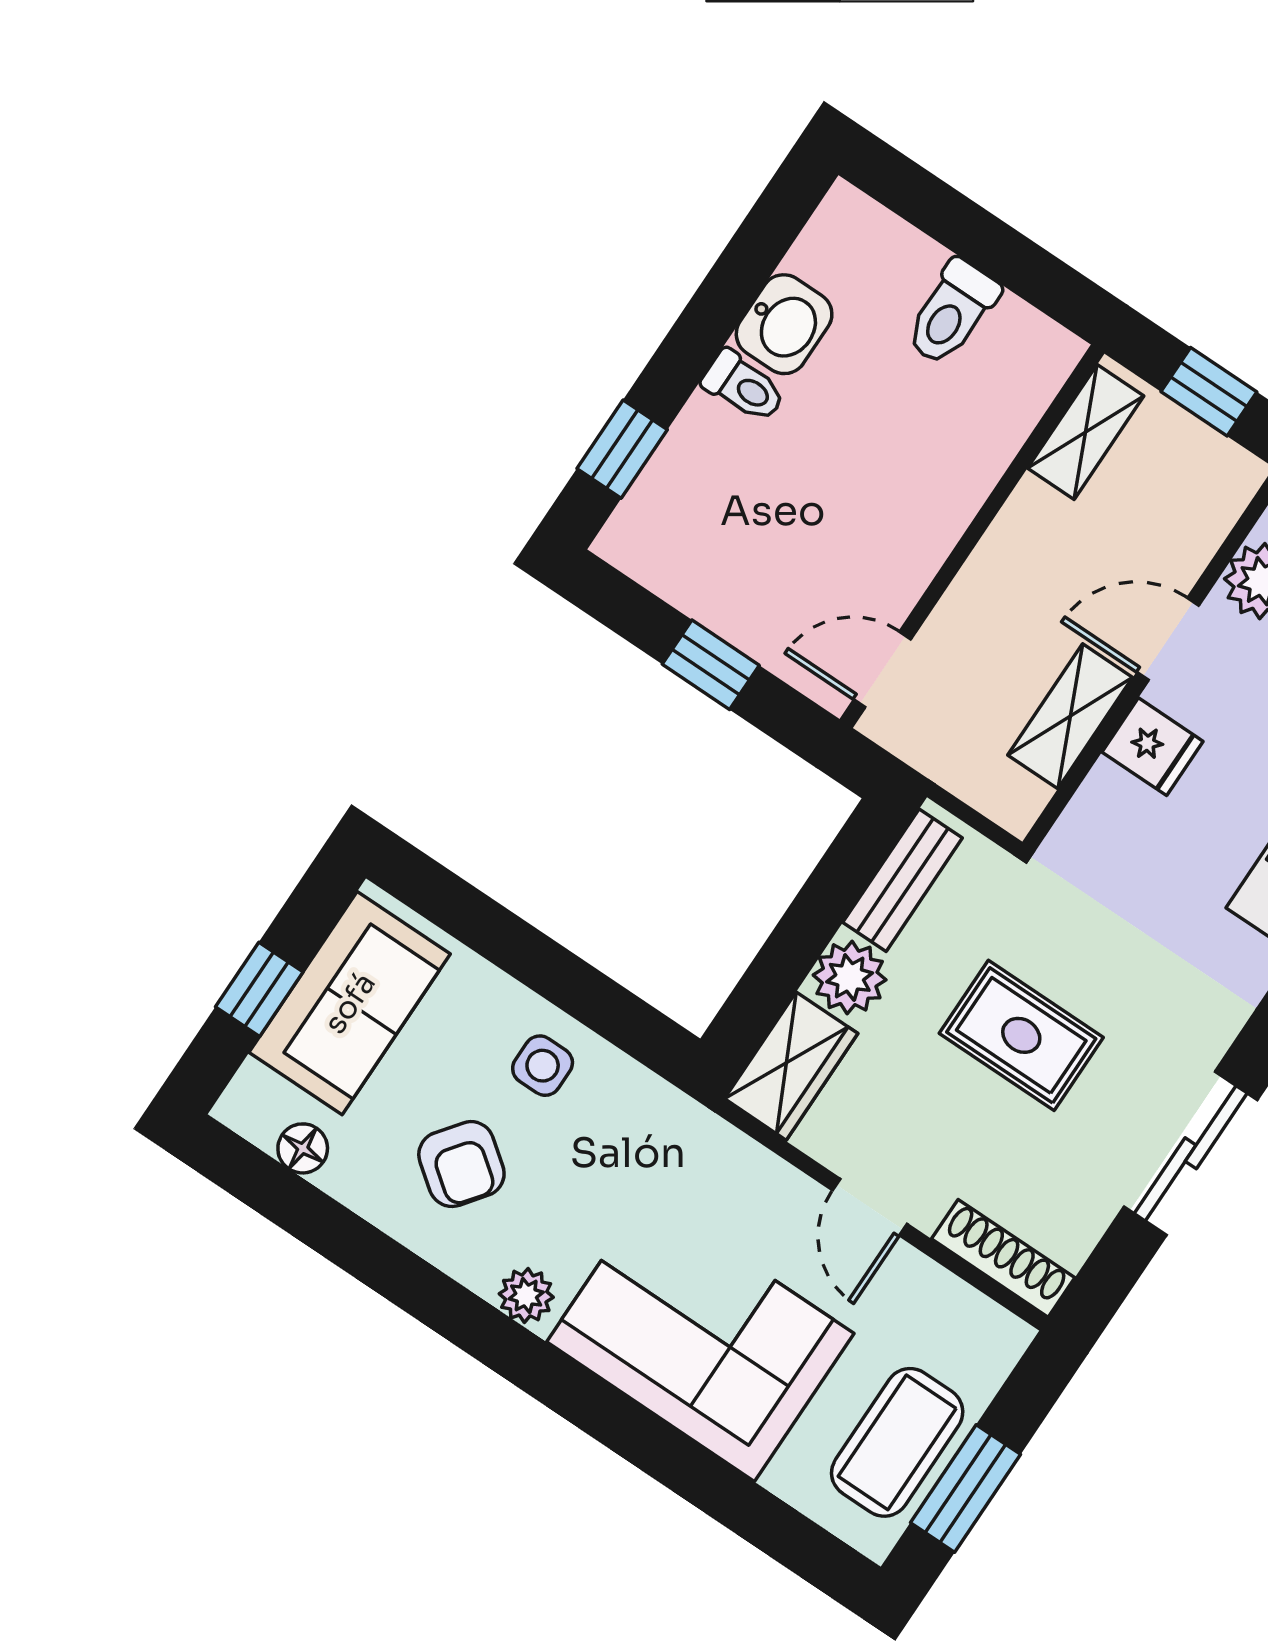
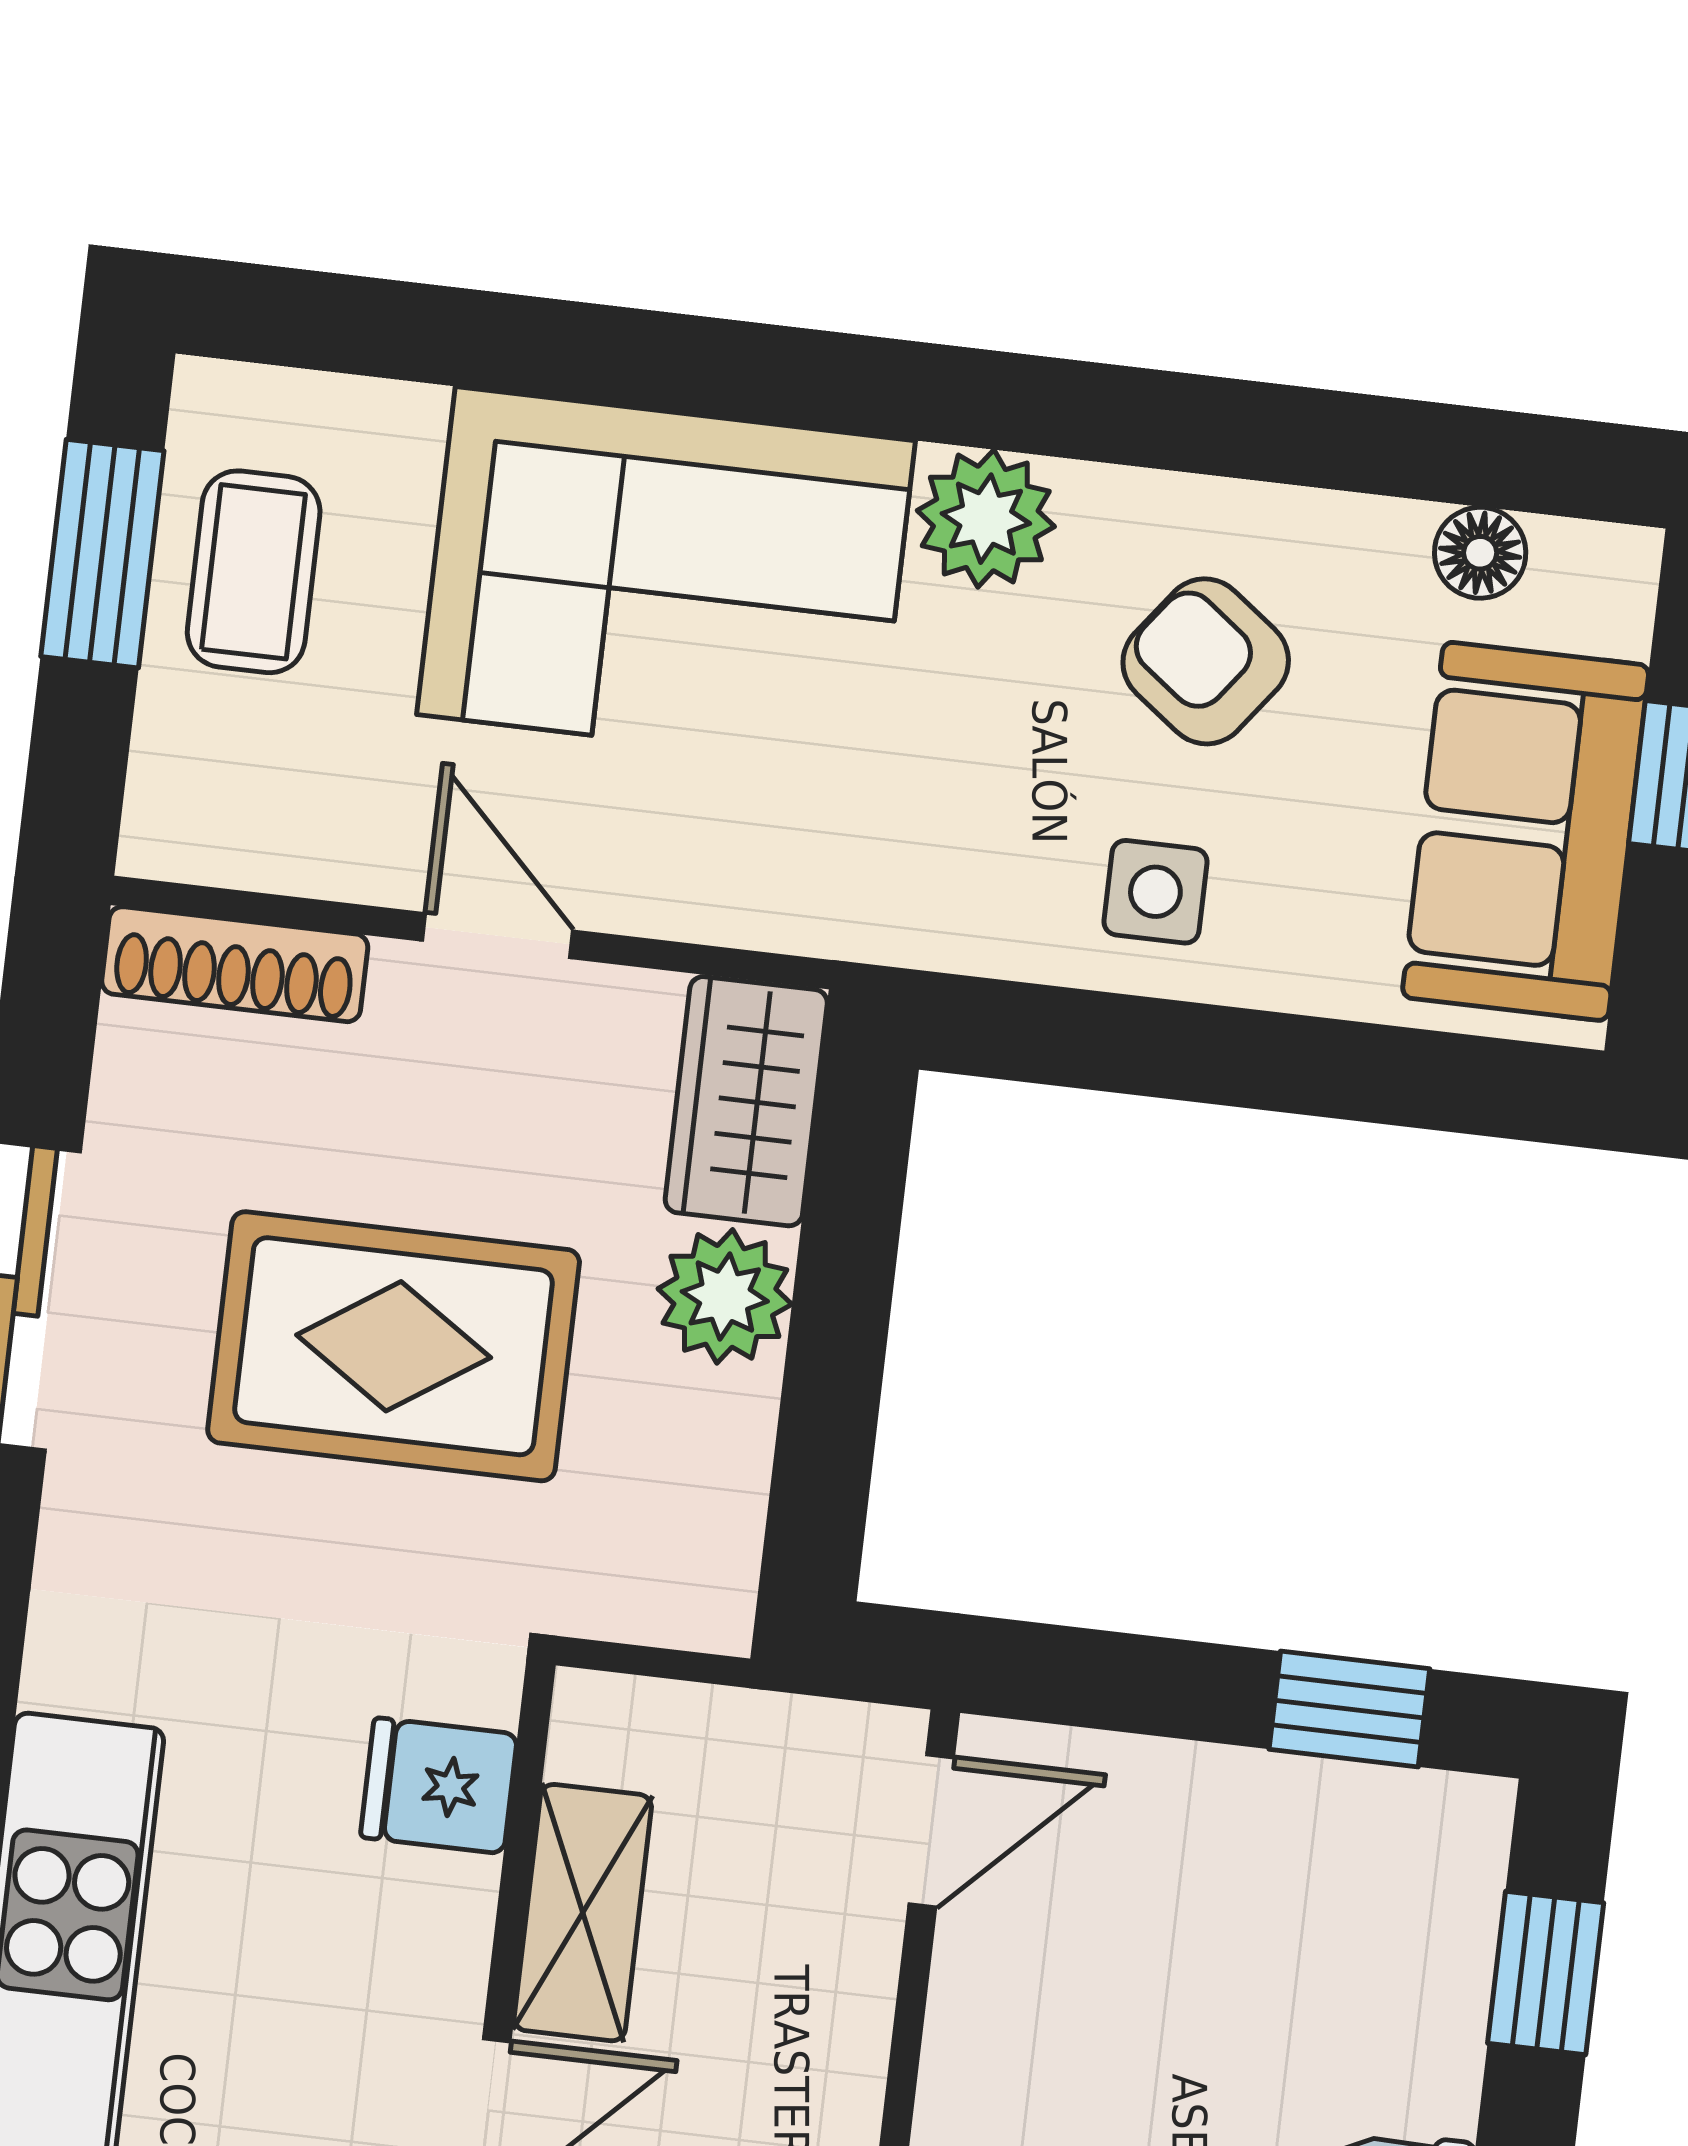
window: (711, 665) -> (1349, 1709), moved
fridge: (1152, 747) -> (439, 1786), moved
bench: (903, 880) -> (720, 1501), removed
rug: (1021, 1035) -> (394, 1346), width x1.36, depth x1.43
plant: (526, 1296) -> (986, 519), width x1.38, depth x1.38
coffee table: (897, 1442) -> (254, 572), width x0.73, depth x0.77

